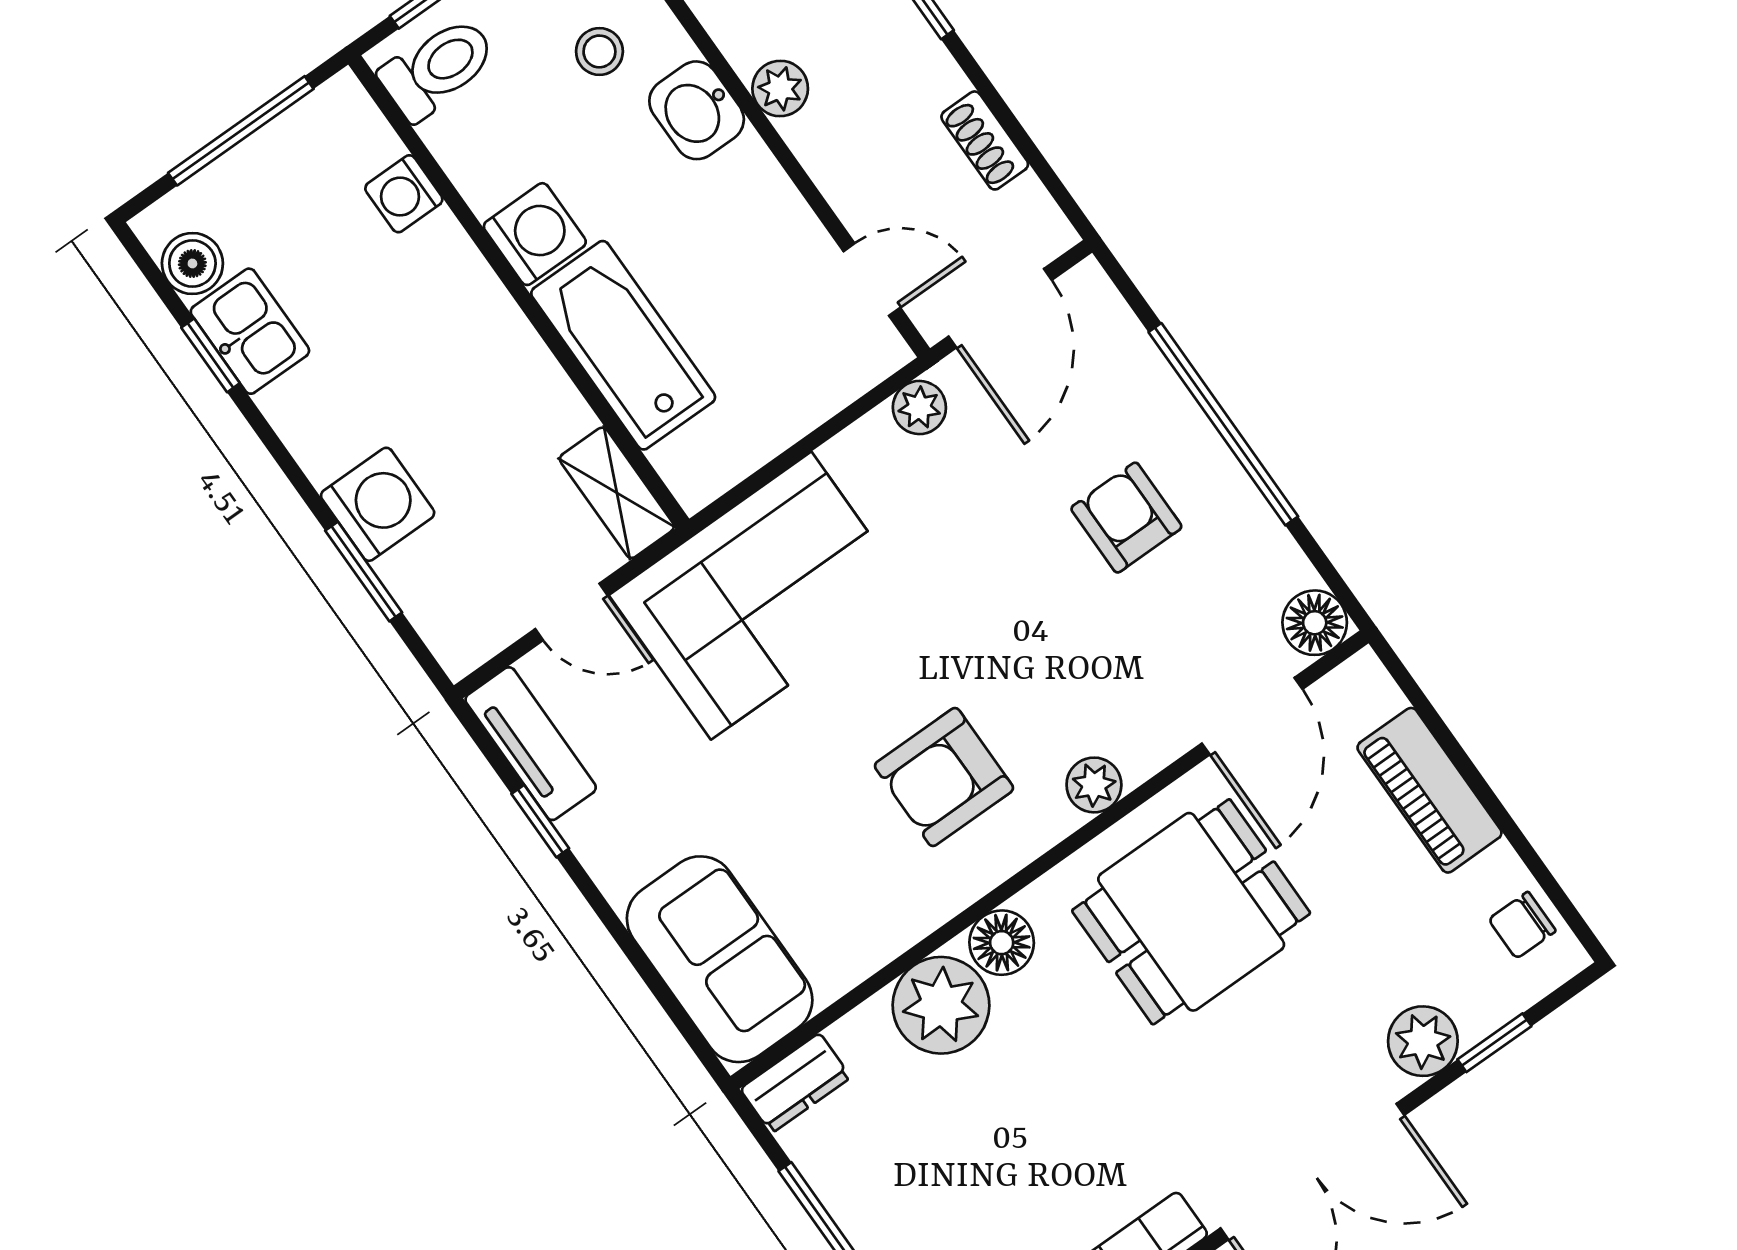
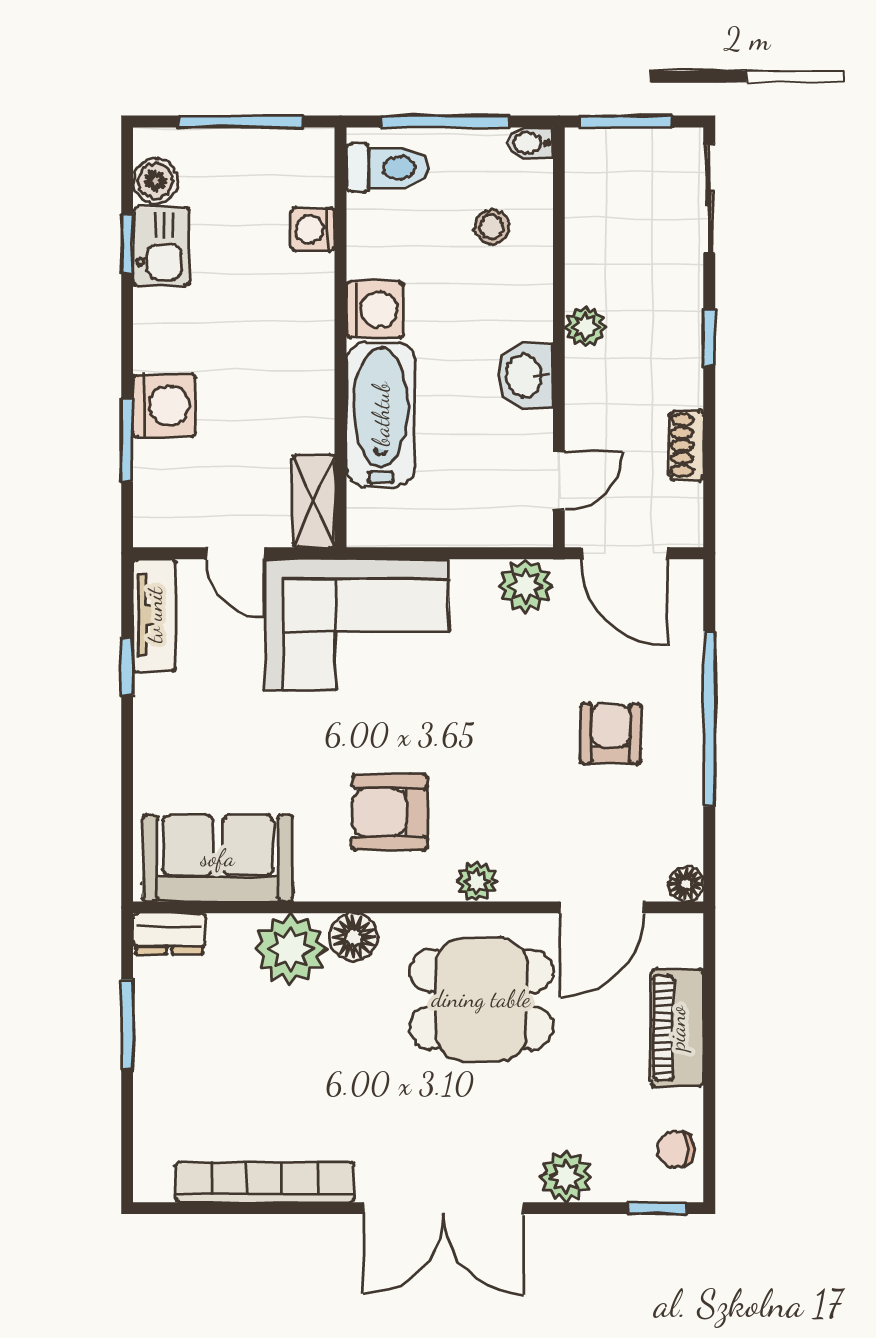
washbasin: (697, 110) -> (525, 376), moved
door: (872, 280) -> (559, 481), hinge flipped
door: (1000, 308) -> (624, 553), hinge flipped
plant: (919, 408) -> (526, 586), width x1.38, depth x1.38
floor lamp: (1315, 623) -> (686, 884), width x0.73, depth x0.73
sofa: (720, 959) -> (218, 858), moved, turned -90
window: (1494, 1043) -> (657, 1208), moved

